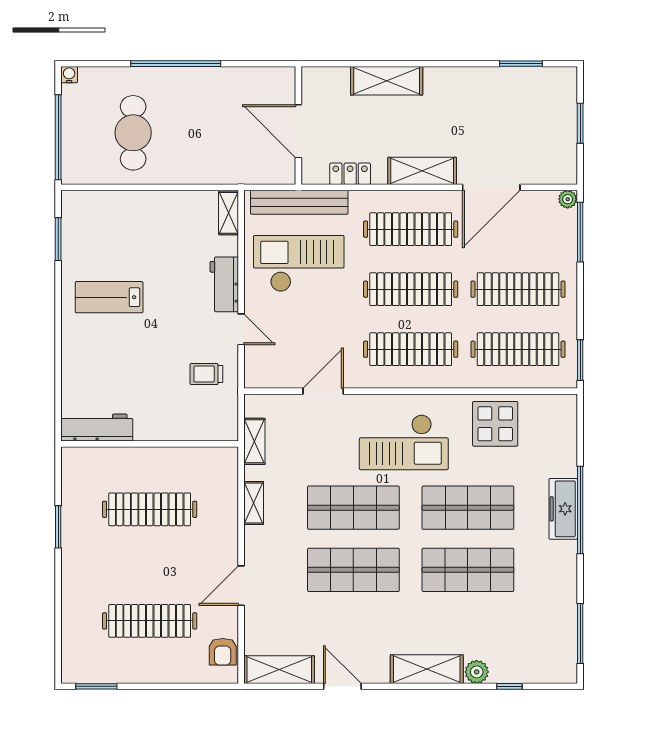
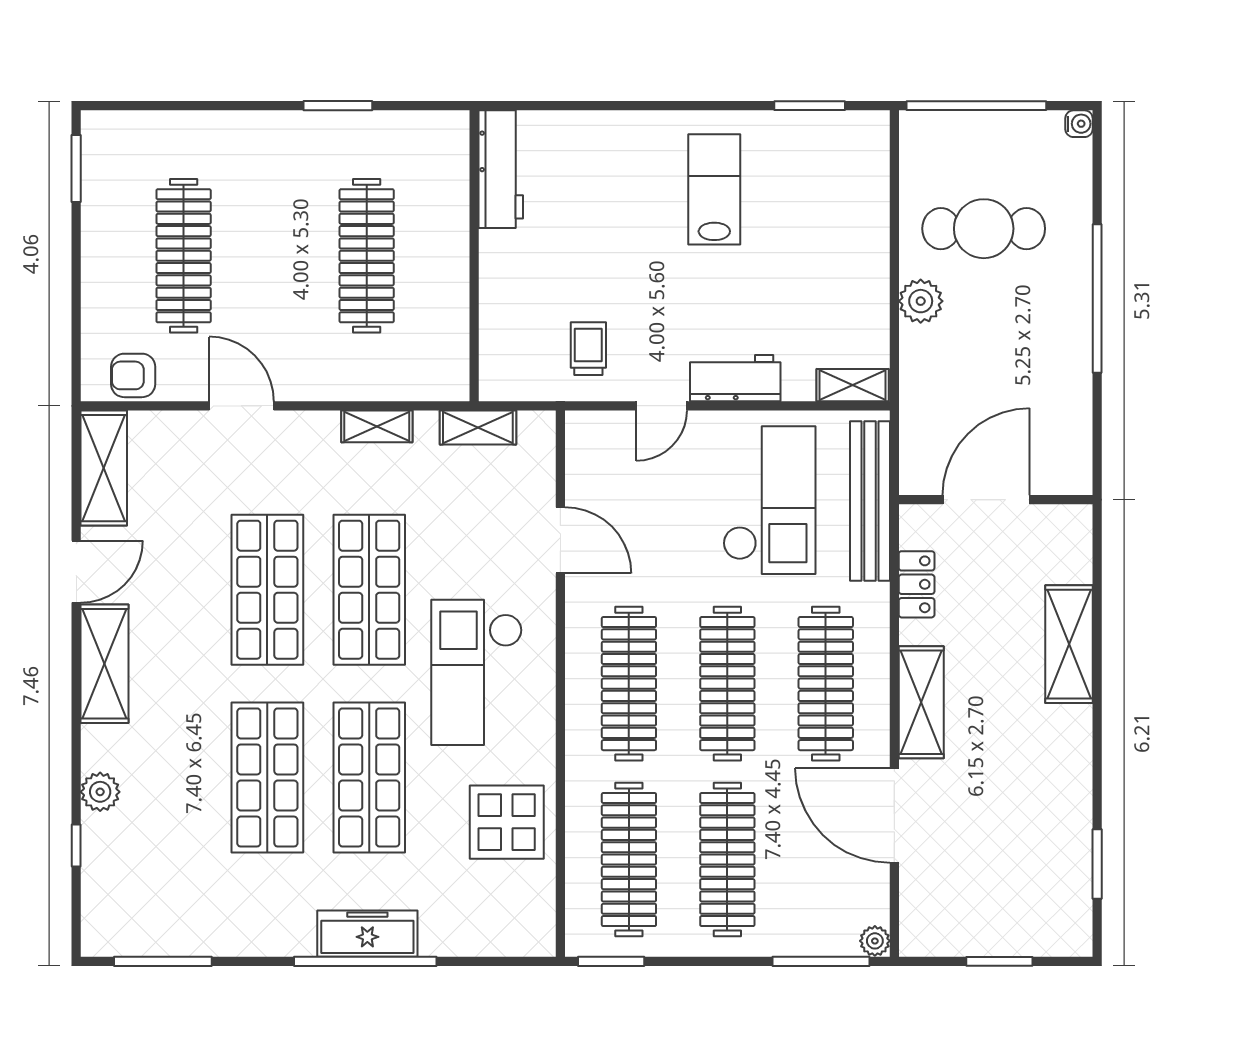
plant: (177, 171) -> (921, 301), added
shelving: (427, 669) -> (104, 664), moved

